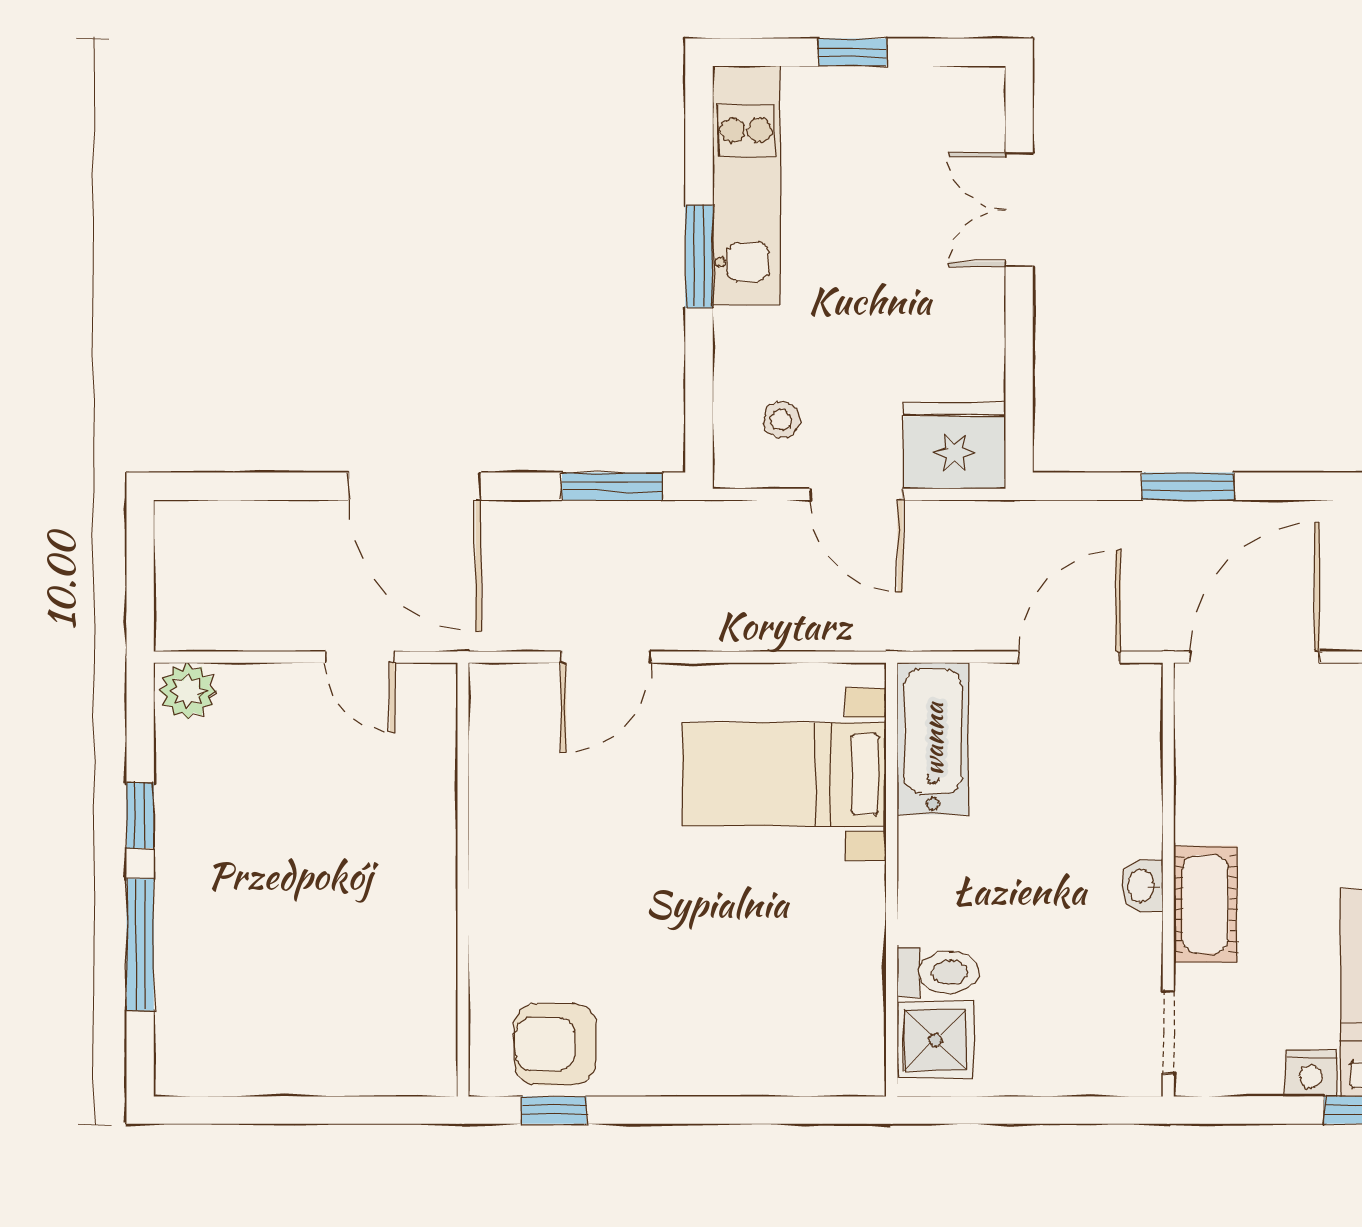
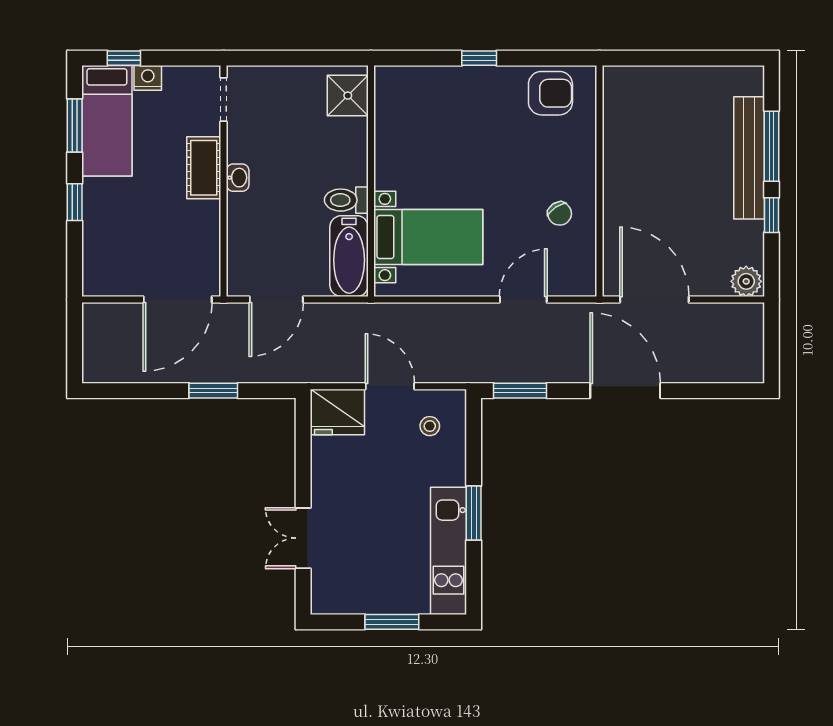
window: (853, 52) -> (392, 622), width x1.50
double door: (1019, 209) -> (303, 538), swing flipped
door: (360, 657) -> (654, 299), width x1.87
chair: (538, 818) -> (560, 214), added
bench: (182, 923) -> (749, 158), added
toilet: (938, 972) -> (346, 200), moved
window: (554, 1110) -> (479, 58), moved

